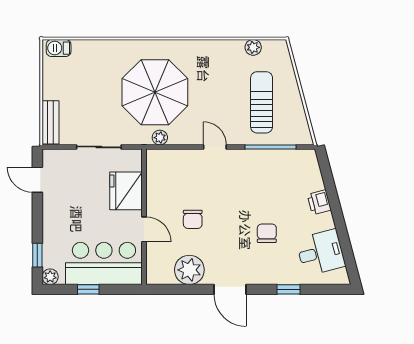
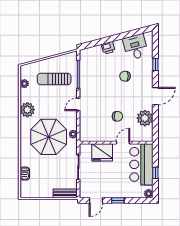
barbecue: (59, 48) -> (25, 174), moved
plant: (205, 53) -> (27, 110), added
window: (37, 255) -> (118, 200), moved

